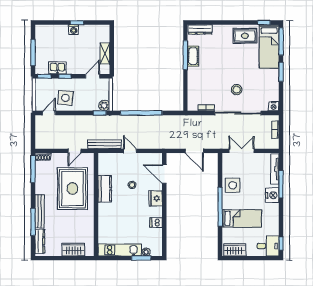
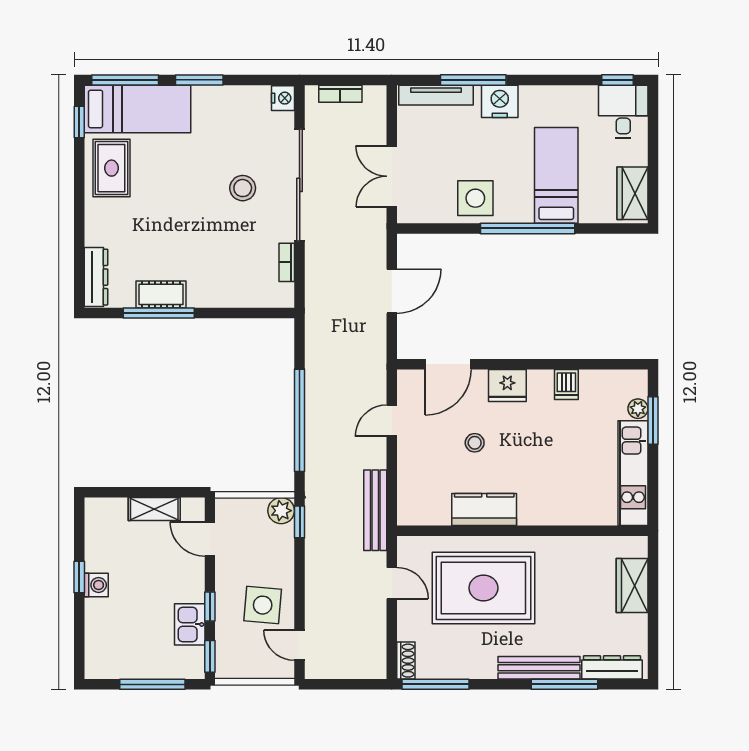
door: (130, 151) -> (392, 421), moved

